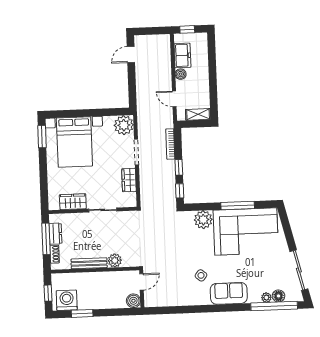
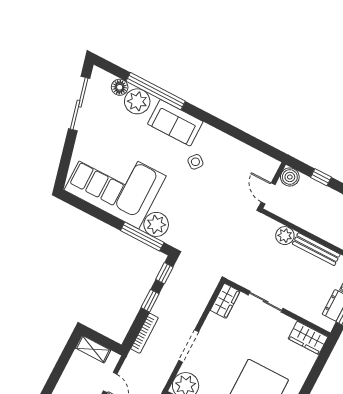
wardrobe: (129, 180) -> (225, 301), moved
wardrobe: (73, 202) -> (308, 338), moved
window: (238, 205) -> (142, 236), moved
door: (142, 282) -> (268, 193), hinge flipped
plant: (266, 298) -> (137, 101), width x1.88, depth x1.88
window: (274, 306) -> (156, 91), moved
window: (113, 312) -> (321, 177), added

